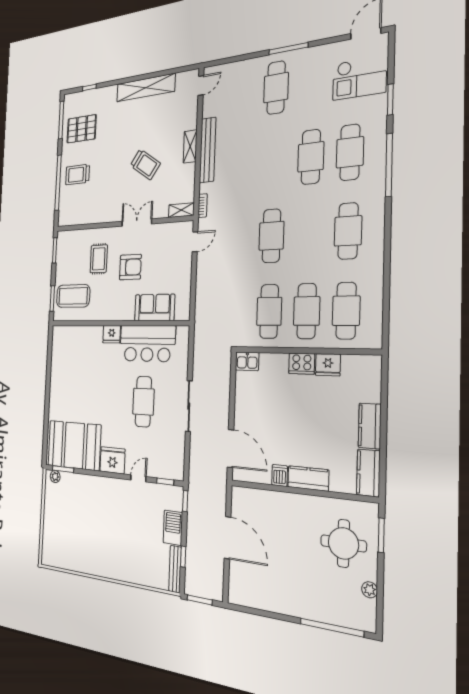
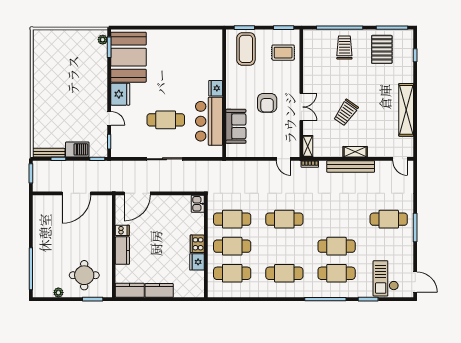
rug: (99, 259) -> (283, 53), moved

